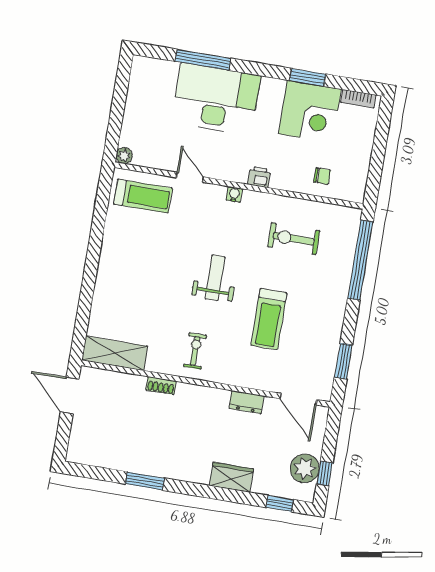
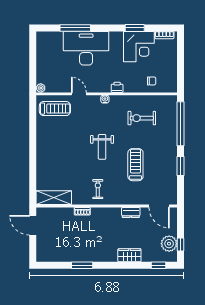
weight bench: (215, 278) -> (102, 147), turned 180
treadmill: (269, 319) -> (135, 165), turned 180
window: (343, 361) -> (180, 166), moved

